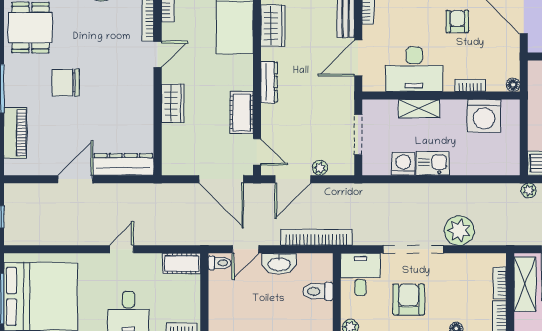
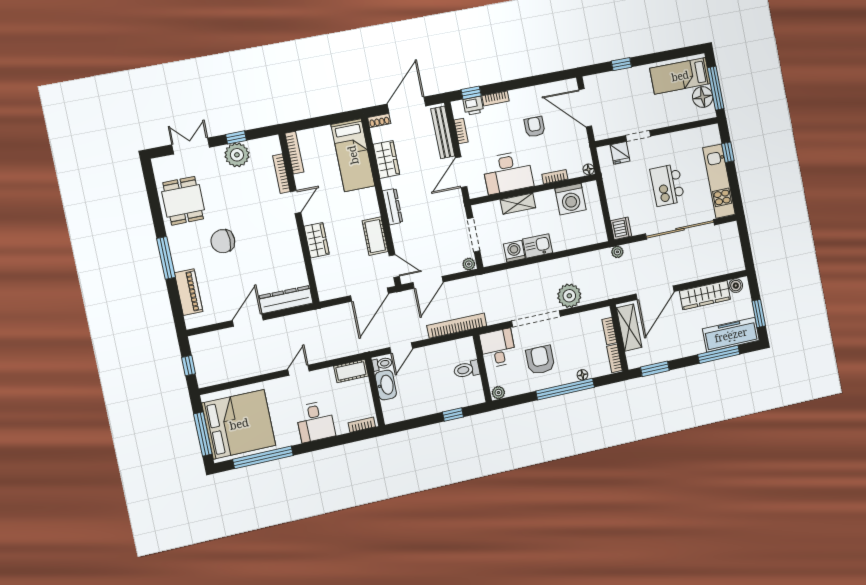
plant: (320, 168) -> (469, 264), moved
door: (221, 179) -> (369, 295), hinge flipped
washbasin: (279, 264) -> (386, 385), moved, turned -90

